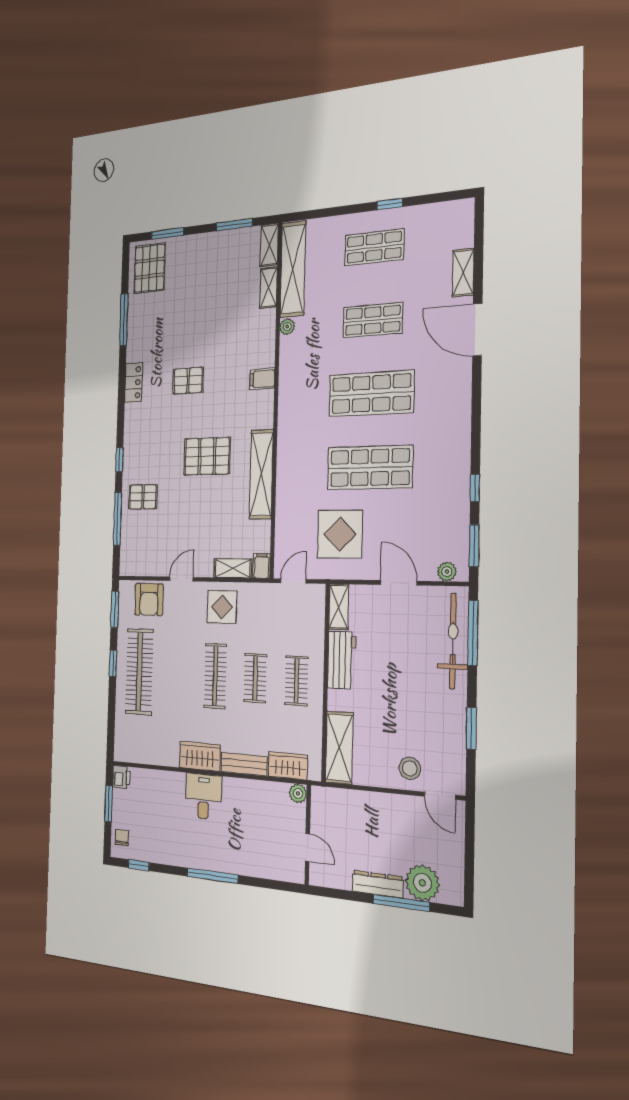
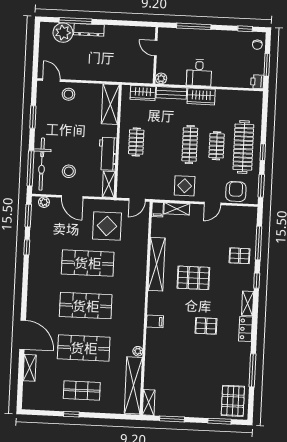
shelving: (269, 288) -> (248, 303), moved
shop shelf: (373, 320) -> (84, 348), width x1.43, depth x1.36
stool: (405, 629) -> (69, 171), added
clothes rail: (255, 678) -> (217, 146), moved
plant: (298, 793) -> (161, 78), moved
wall: (308, 835) -> (155, 55), moved
door: (307, 847) -> (156, 48), moved

